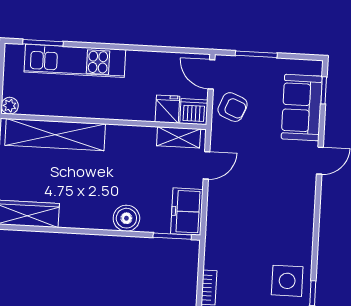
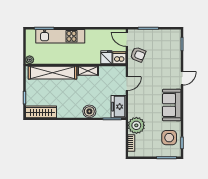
sofa: (302, 108) -> (172, 105), moved
shelving: (179, 137) -> (88, 71), moved
plant: (221, 252) -> (136, 125), added

